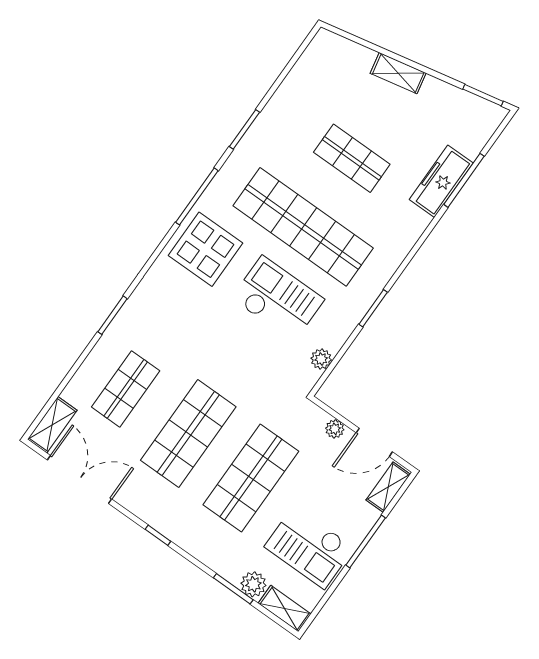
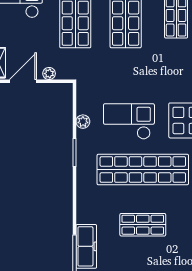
checkout: (278, 299) -> (129, 121), turned 180
plant: (321, 359) -> (83, 122), moved

